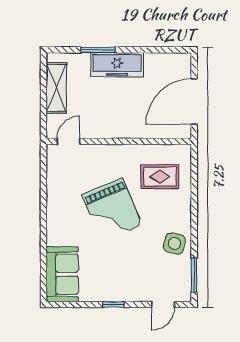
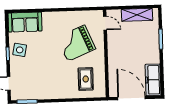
freezer: (117, 65) -> (153, 80), moved
grand piano: (112, 210) -> (76, 43), moved
side table: (174, 243) -> (20, 50), moved

